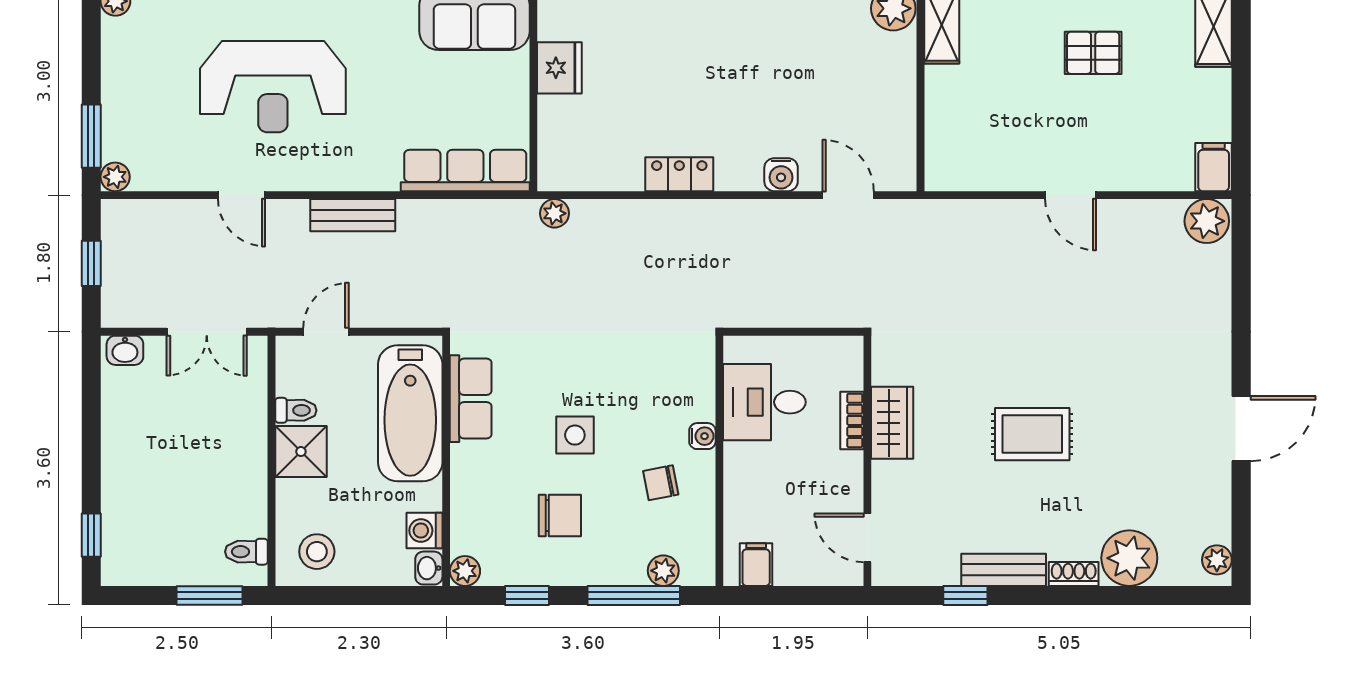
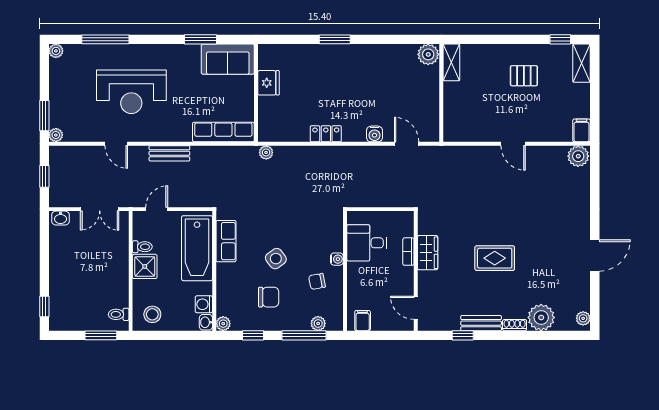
side table: (575, 435) -> (276, 259), turned -37

